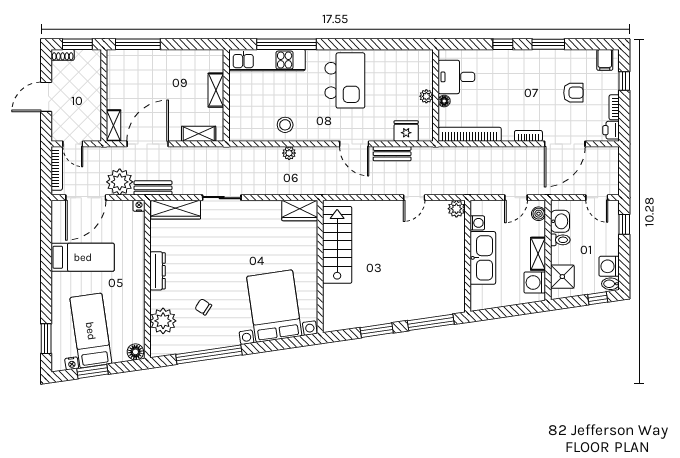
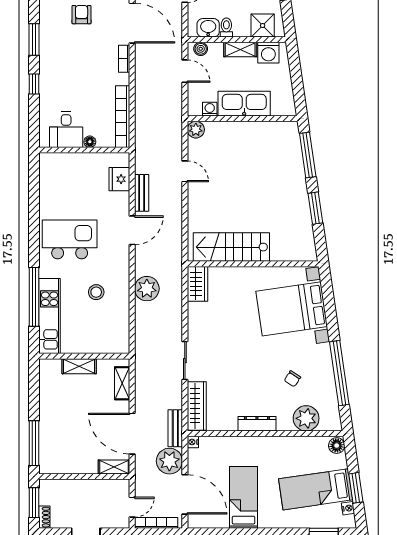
plant: (426, 96) -> (85, 159), removed
stool: (285, 125) -> (96, 292), moved
plant: (289, 153) -> (147, 289), width x1.88, depth x1.88

